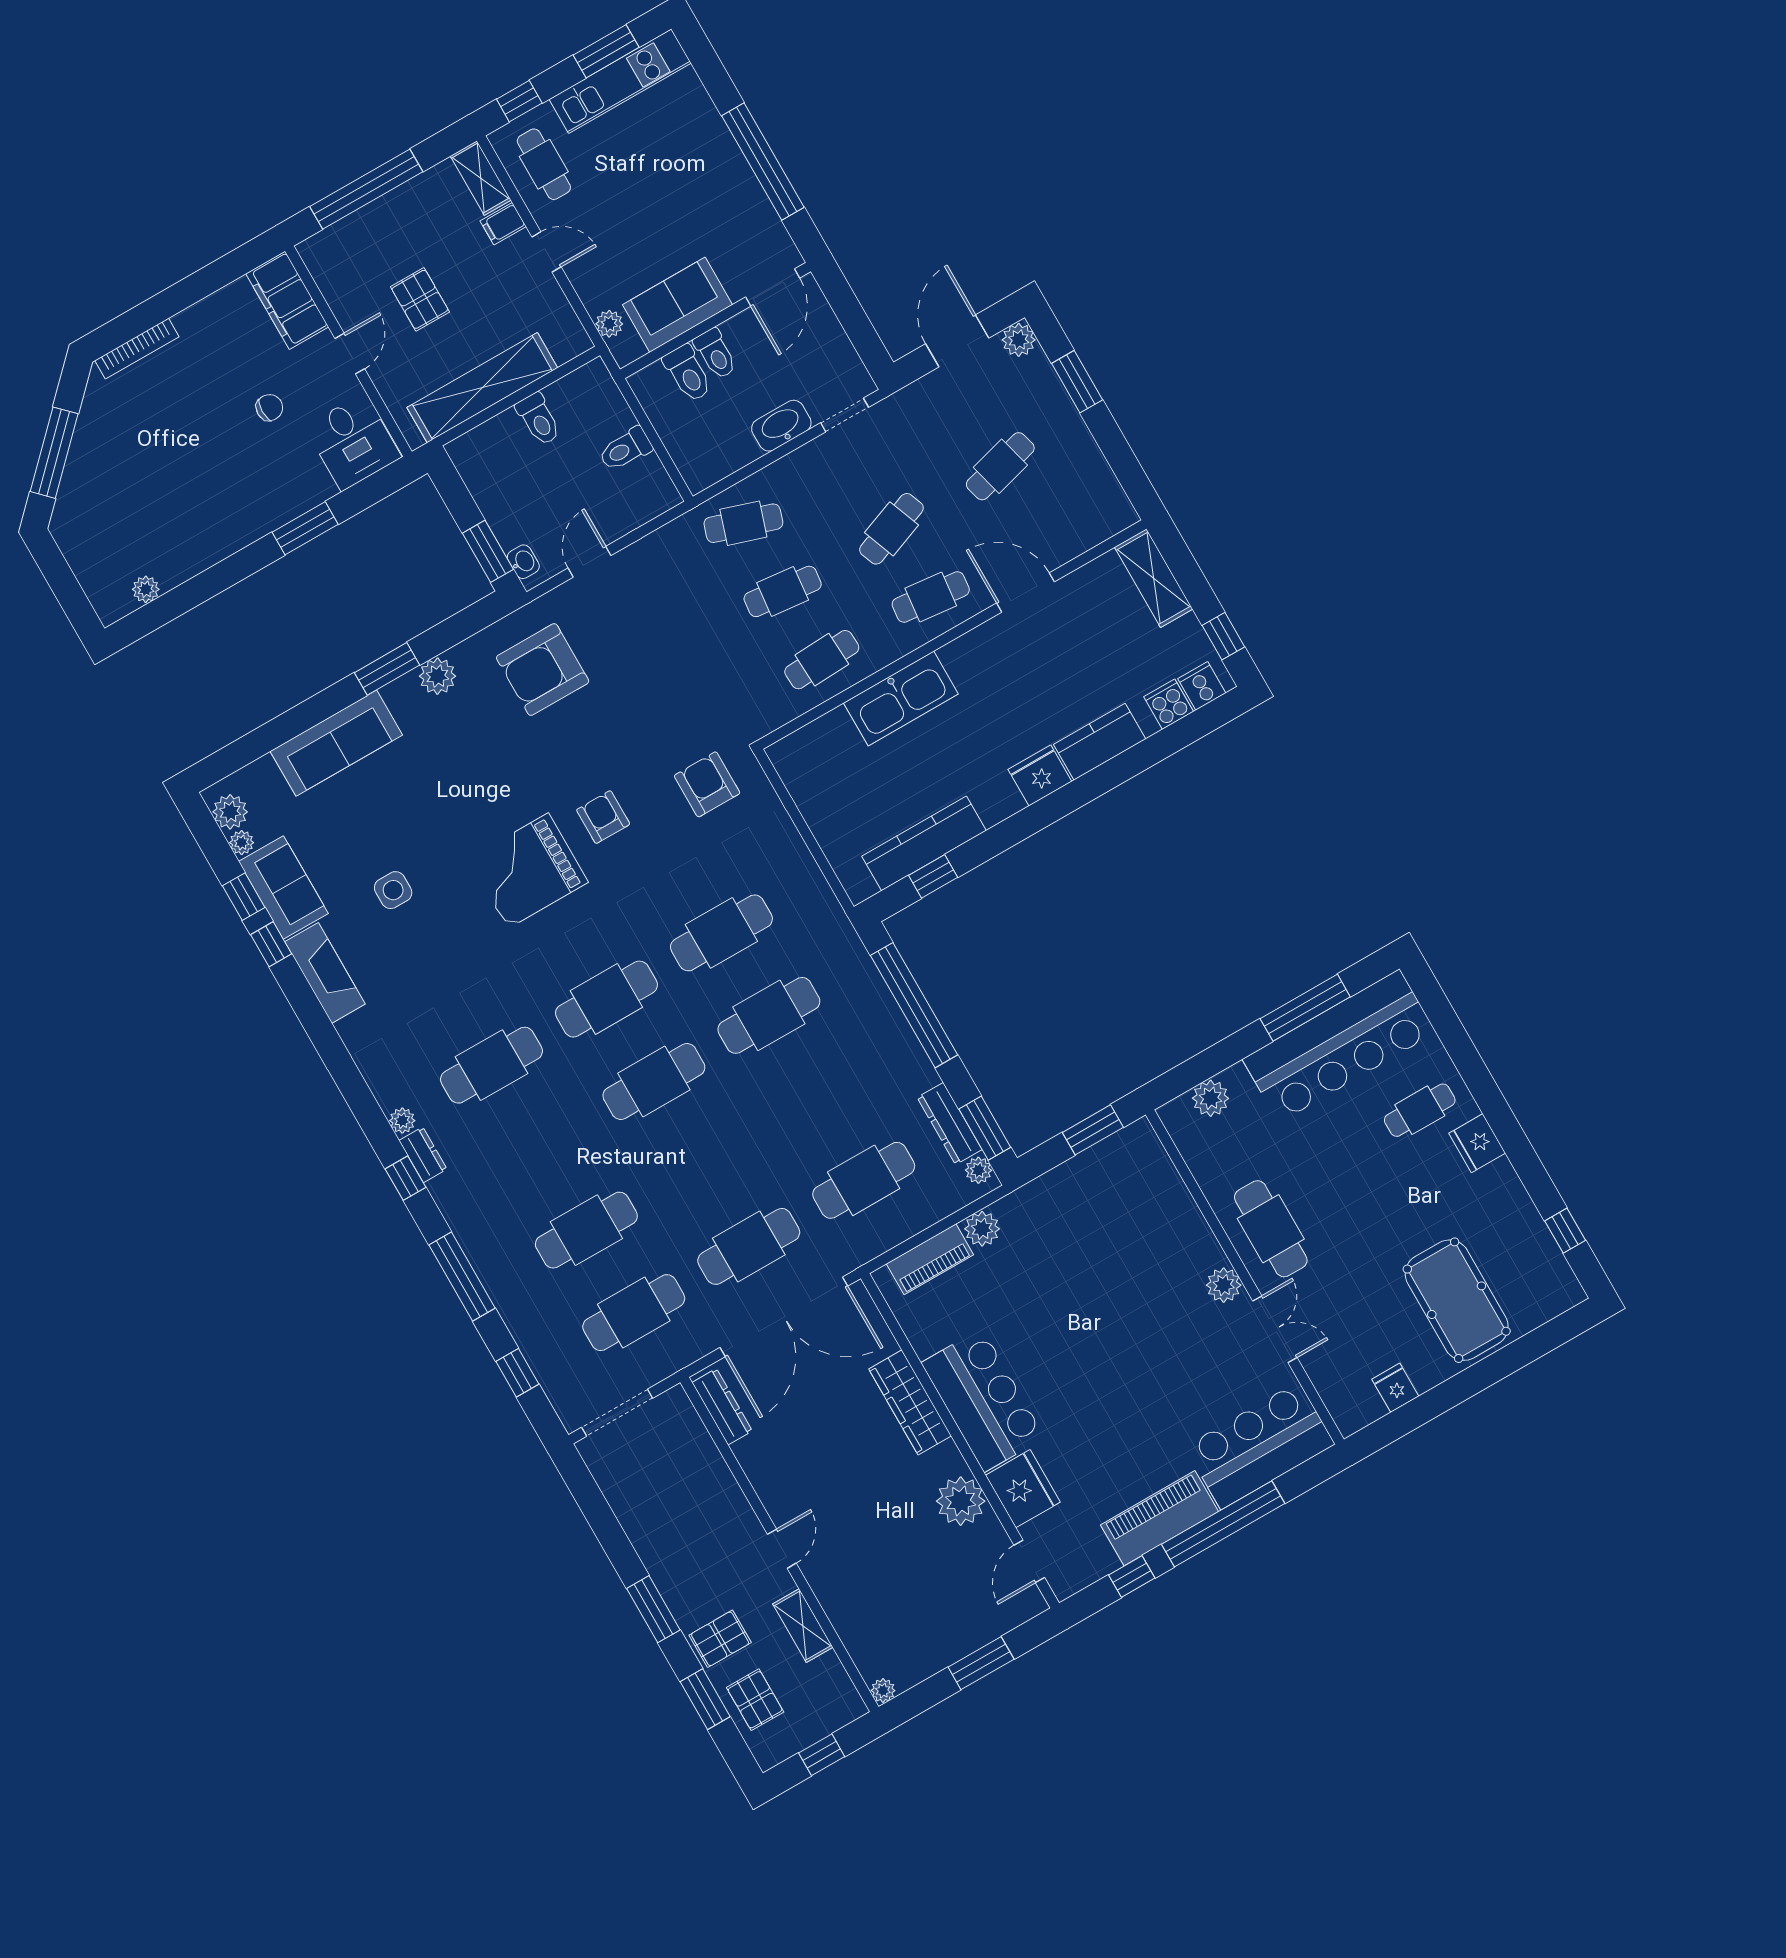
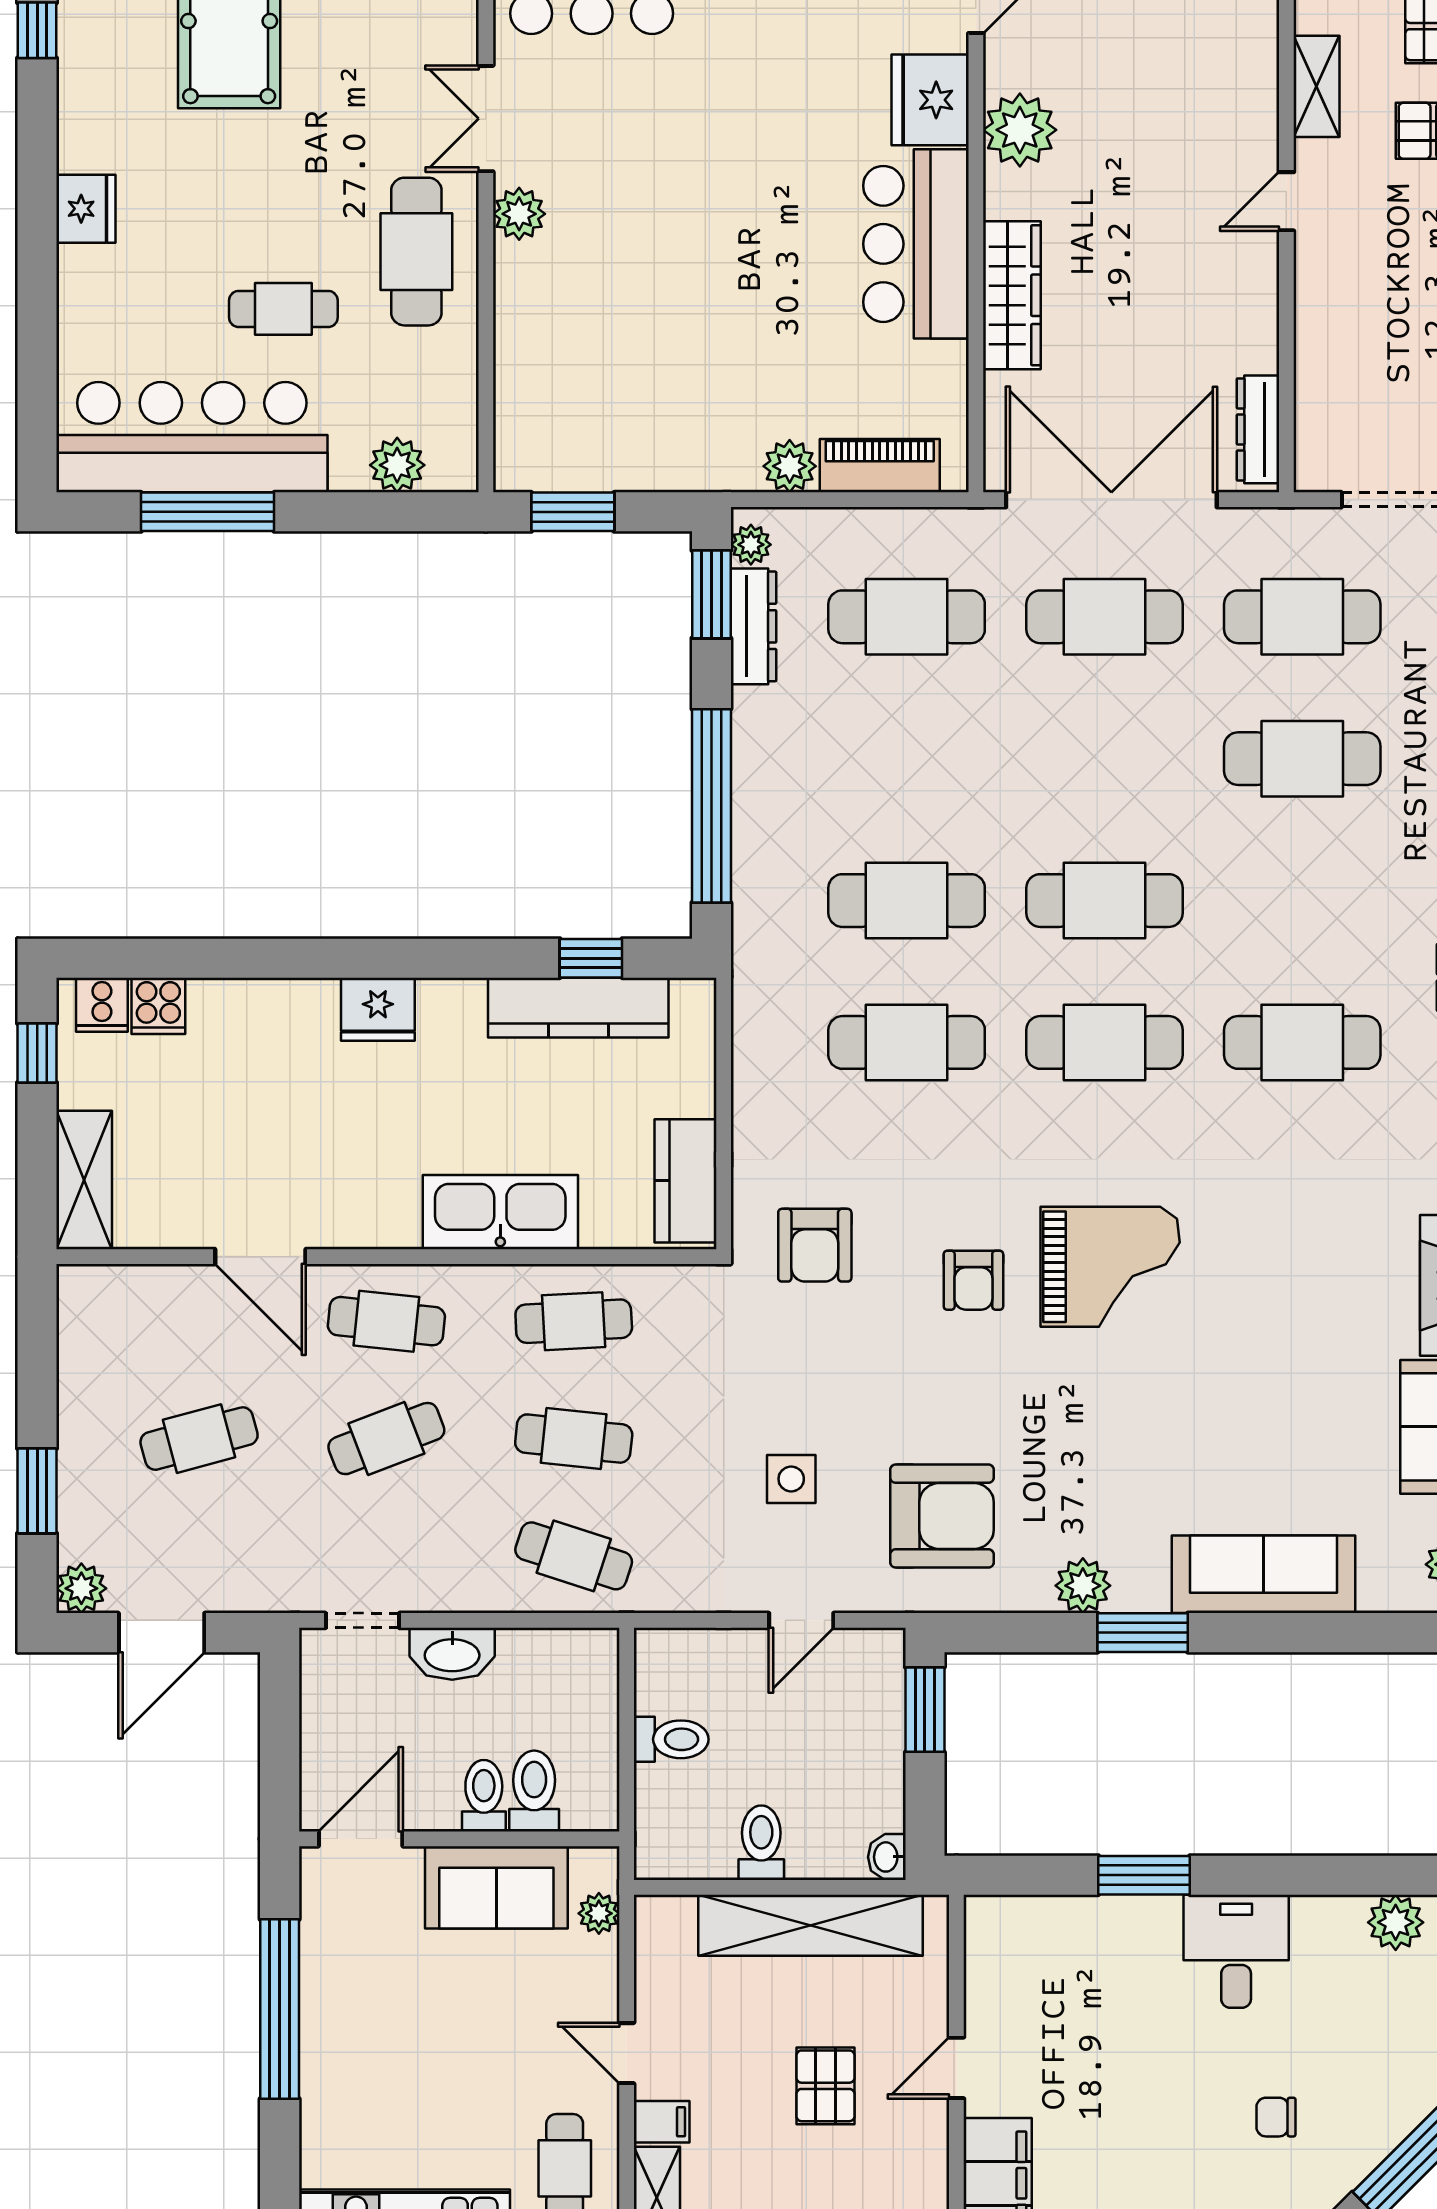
chair: (269, 408) -> (1276, 2117), moved
desk: (353, 442) -> (1236, 1951), moved
washbasin: (523, 562) -> (887, 1857), moved
plant: (146, 589) -> (1396, 1922), width x1.38, depth x1.38
kitchen counter: (1100, 742) -> (685, 1181), moved, turned 90
side table: (393, 890) -> (791, 1479), moved
cafe table: (1420, 1110) -> (283, 309), moved

